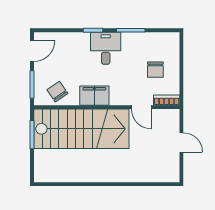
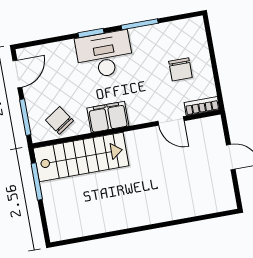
desk: (106, 48) -> (104, 55), width x1.37
stairs: (81, 129) -> (81, 157), width x0.73, depth x0.66

